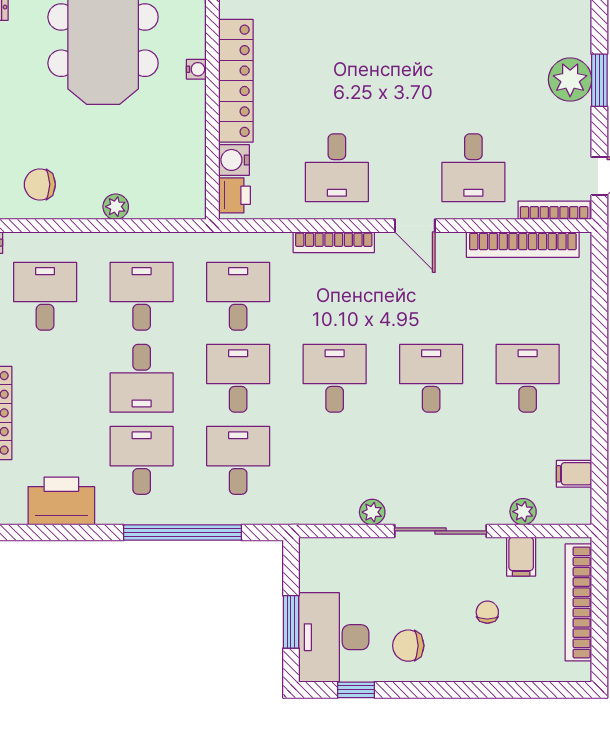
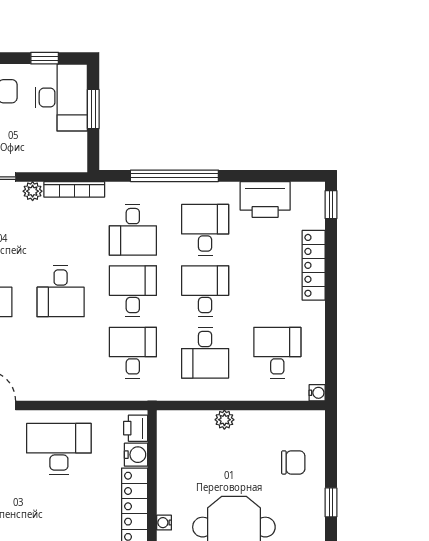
desk: (337, 168) -> (59, 449), width x1.37
chair: (40, 184) -> (293, 462), moved
bookcase: (334, 242) -> (74, 189), moved, turned 180
desk: (45, 296) -> (277, 353), turned 180
desk: (238, 296) -> (133, 353), turned 180
desk: (238, 378) -> (133, 291), turned 180
desk: (142, 460) -> (205, 230), turned 180

